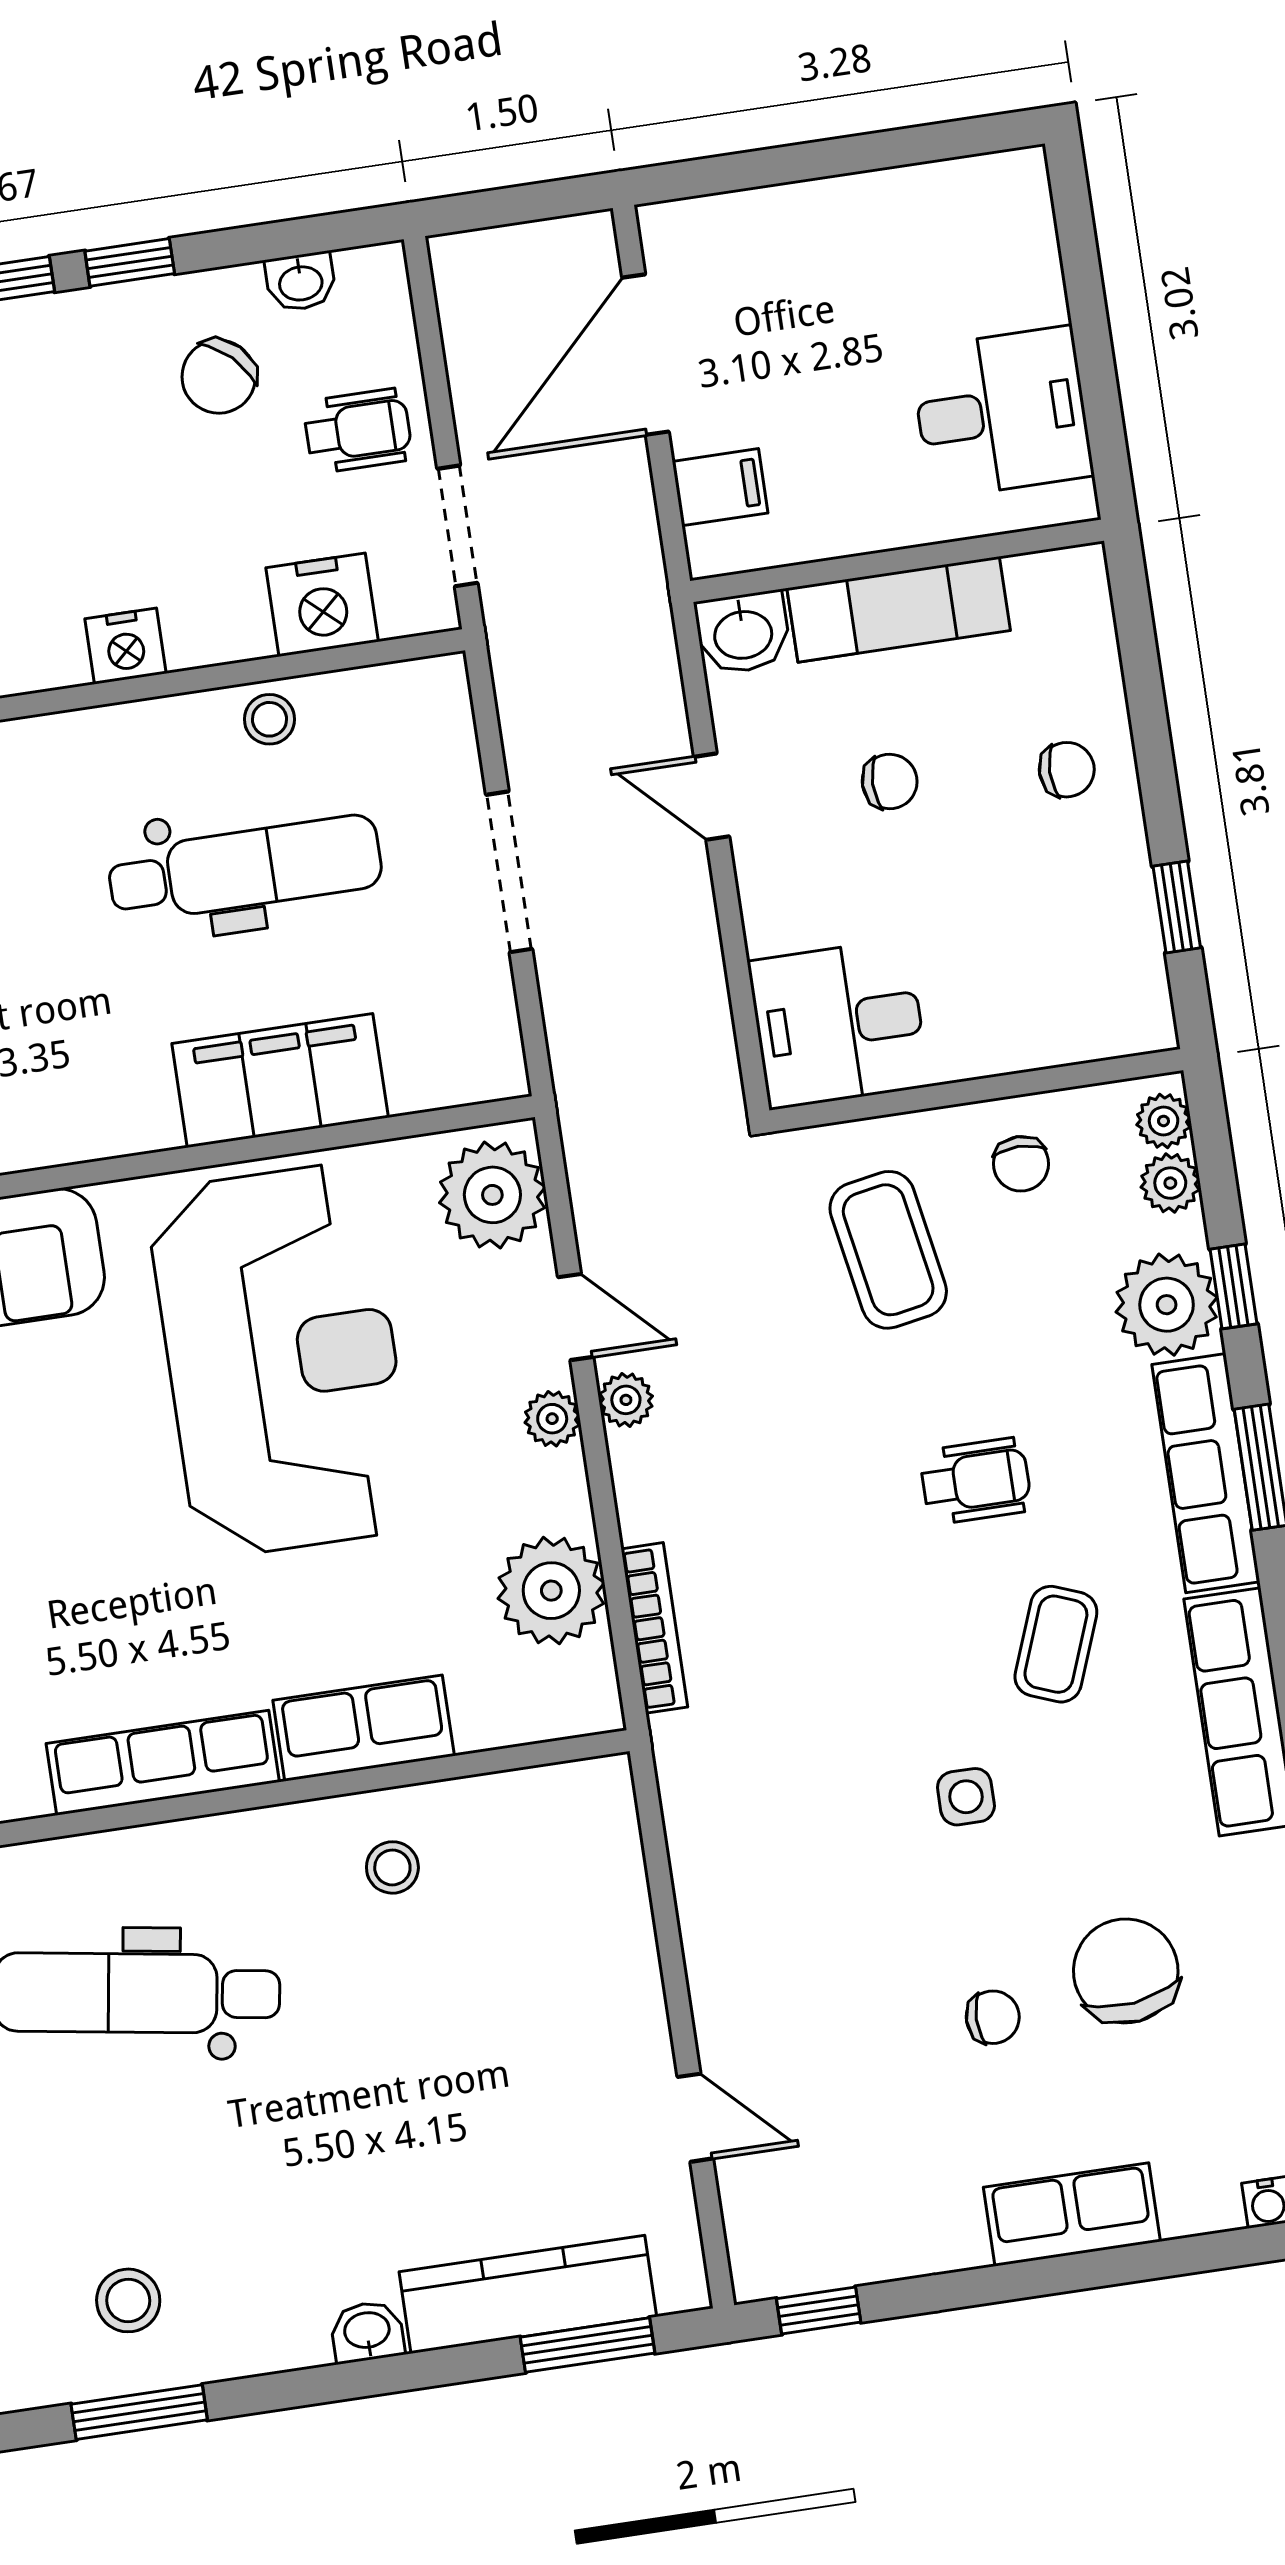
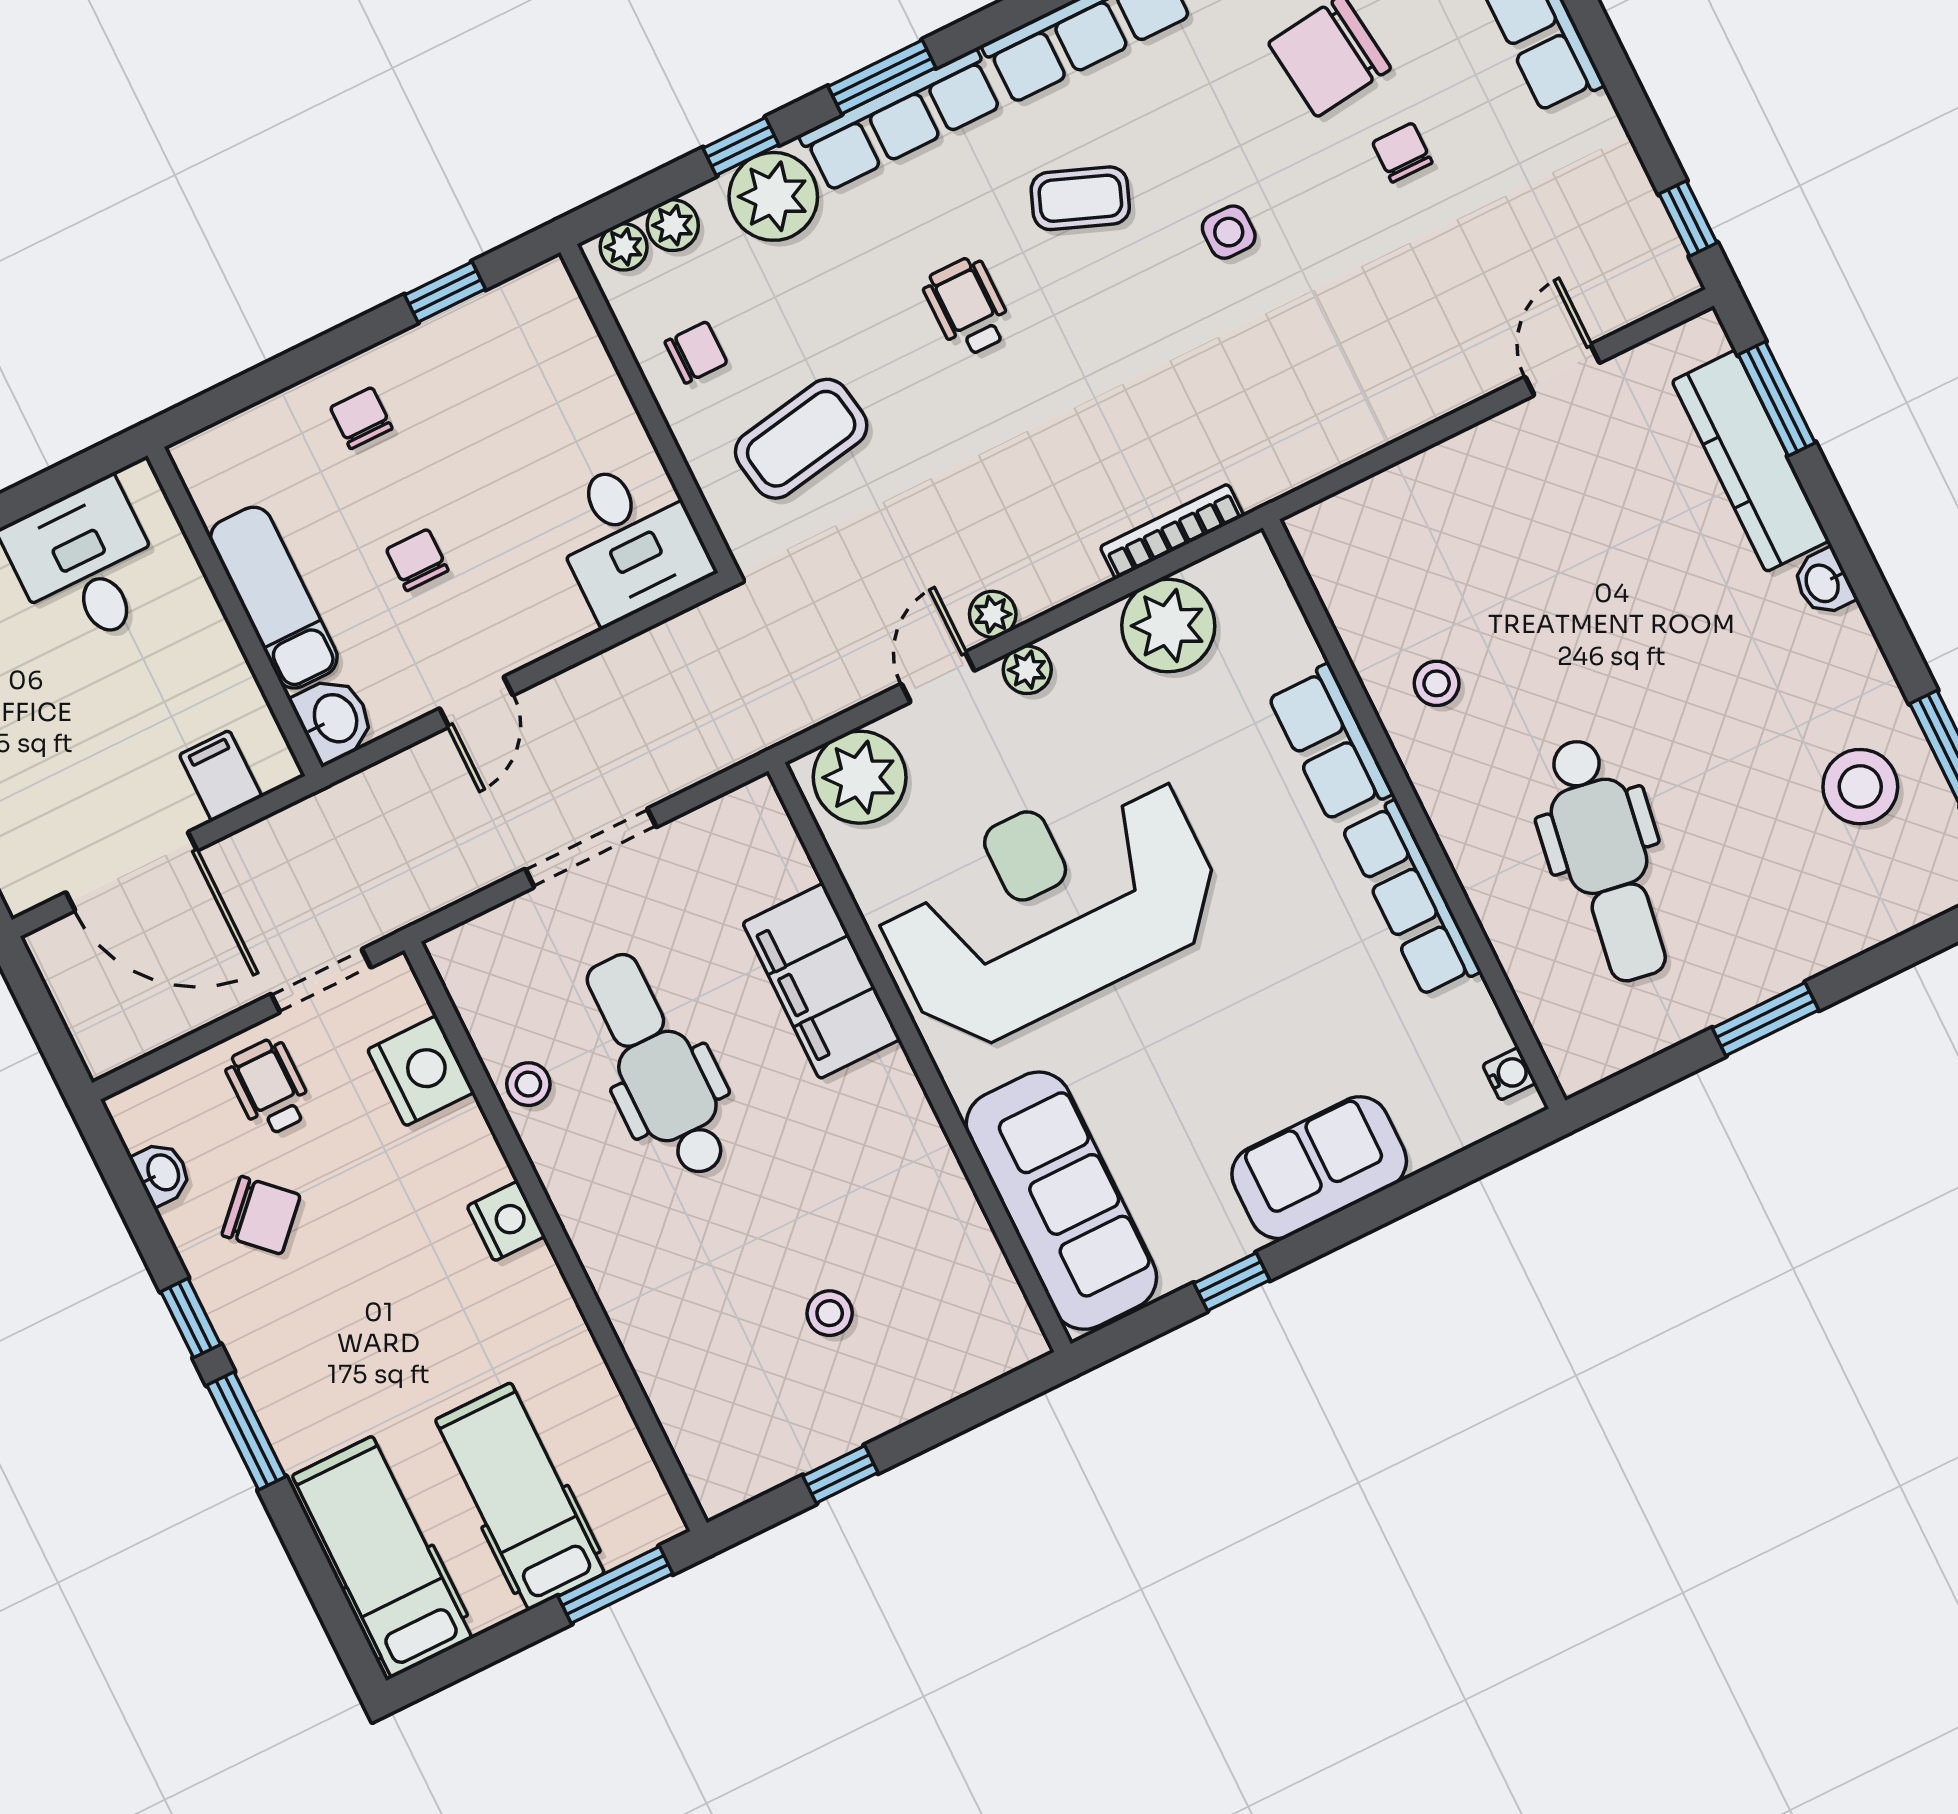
stool: (128, 2300) -> (1860, 787), width x1.38, depth x1.38

